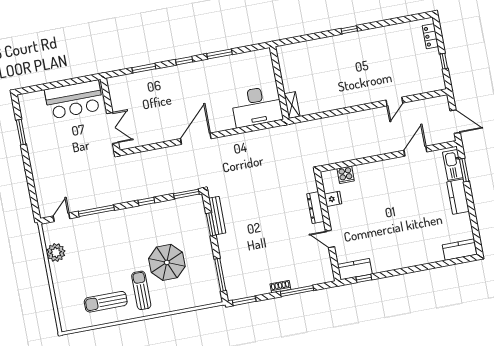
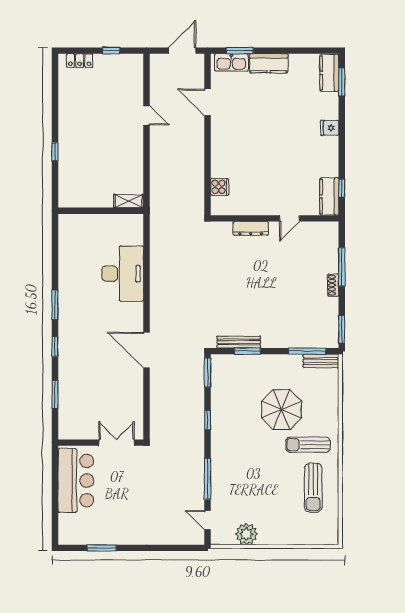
wall: (279, 83) -> (101, 211), moved
shelving: (292, 105) -> (129, 201), moved
fridge: (333, 199) -> (330, 128), moved, turned -90
window: (454, 262) -> (342, 82), added
bench: (214, 288) -> (321, 361), added

